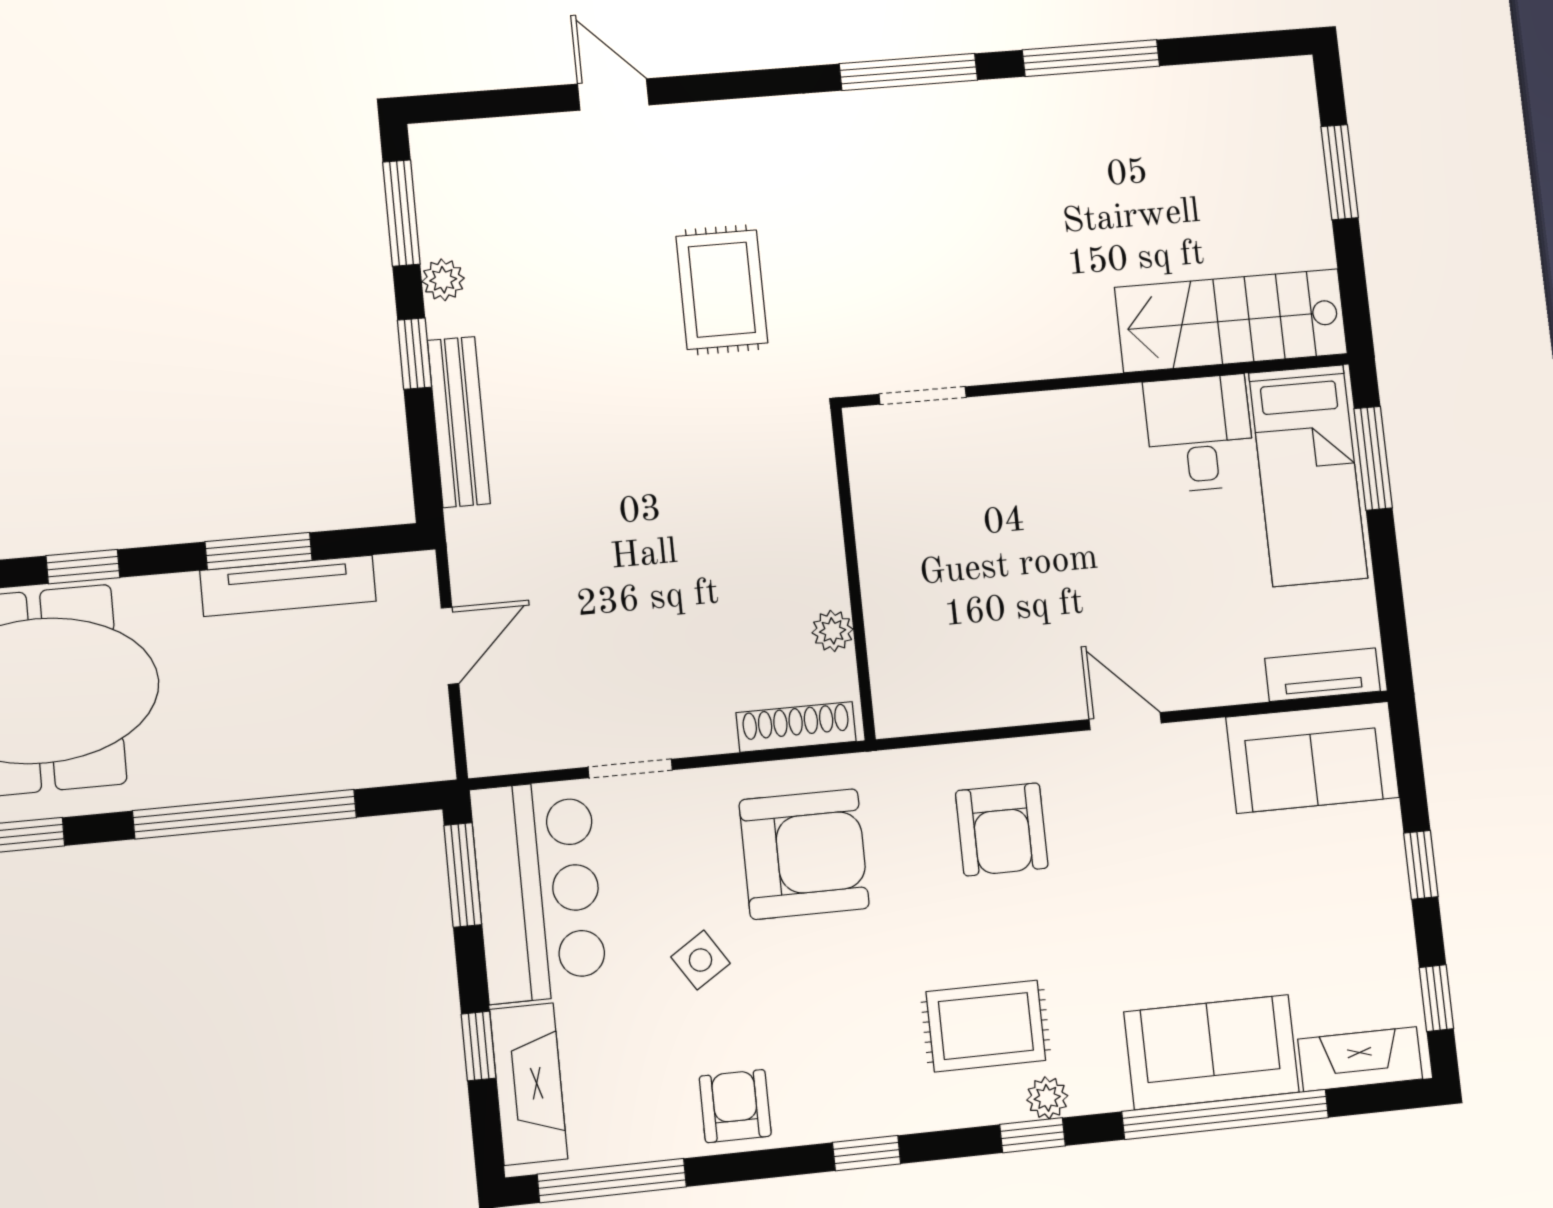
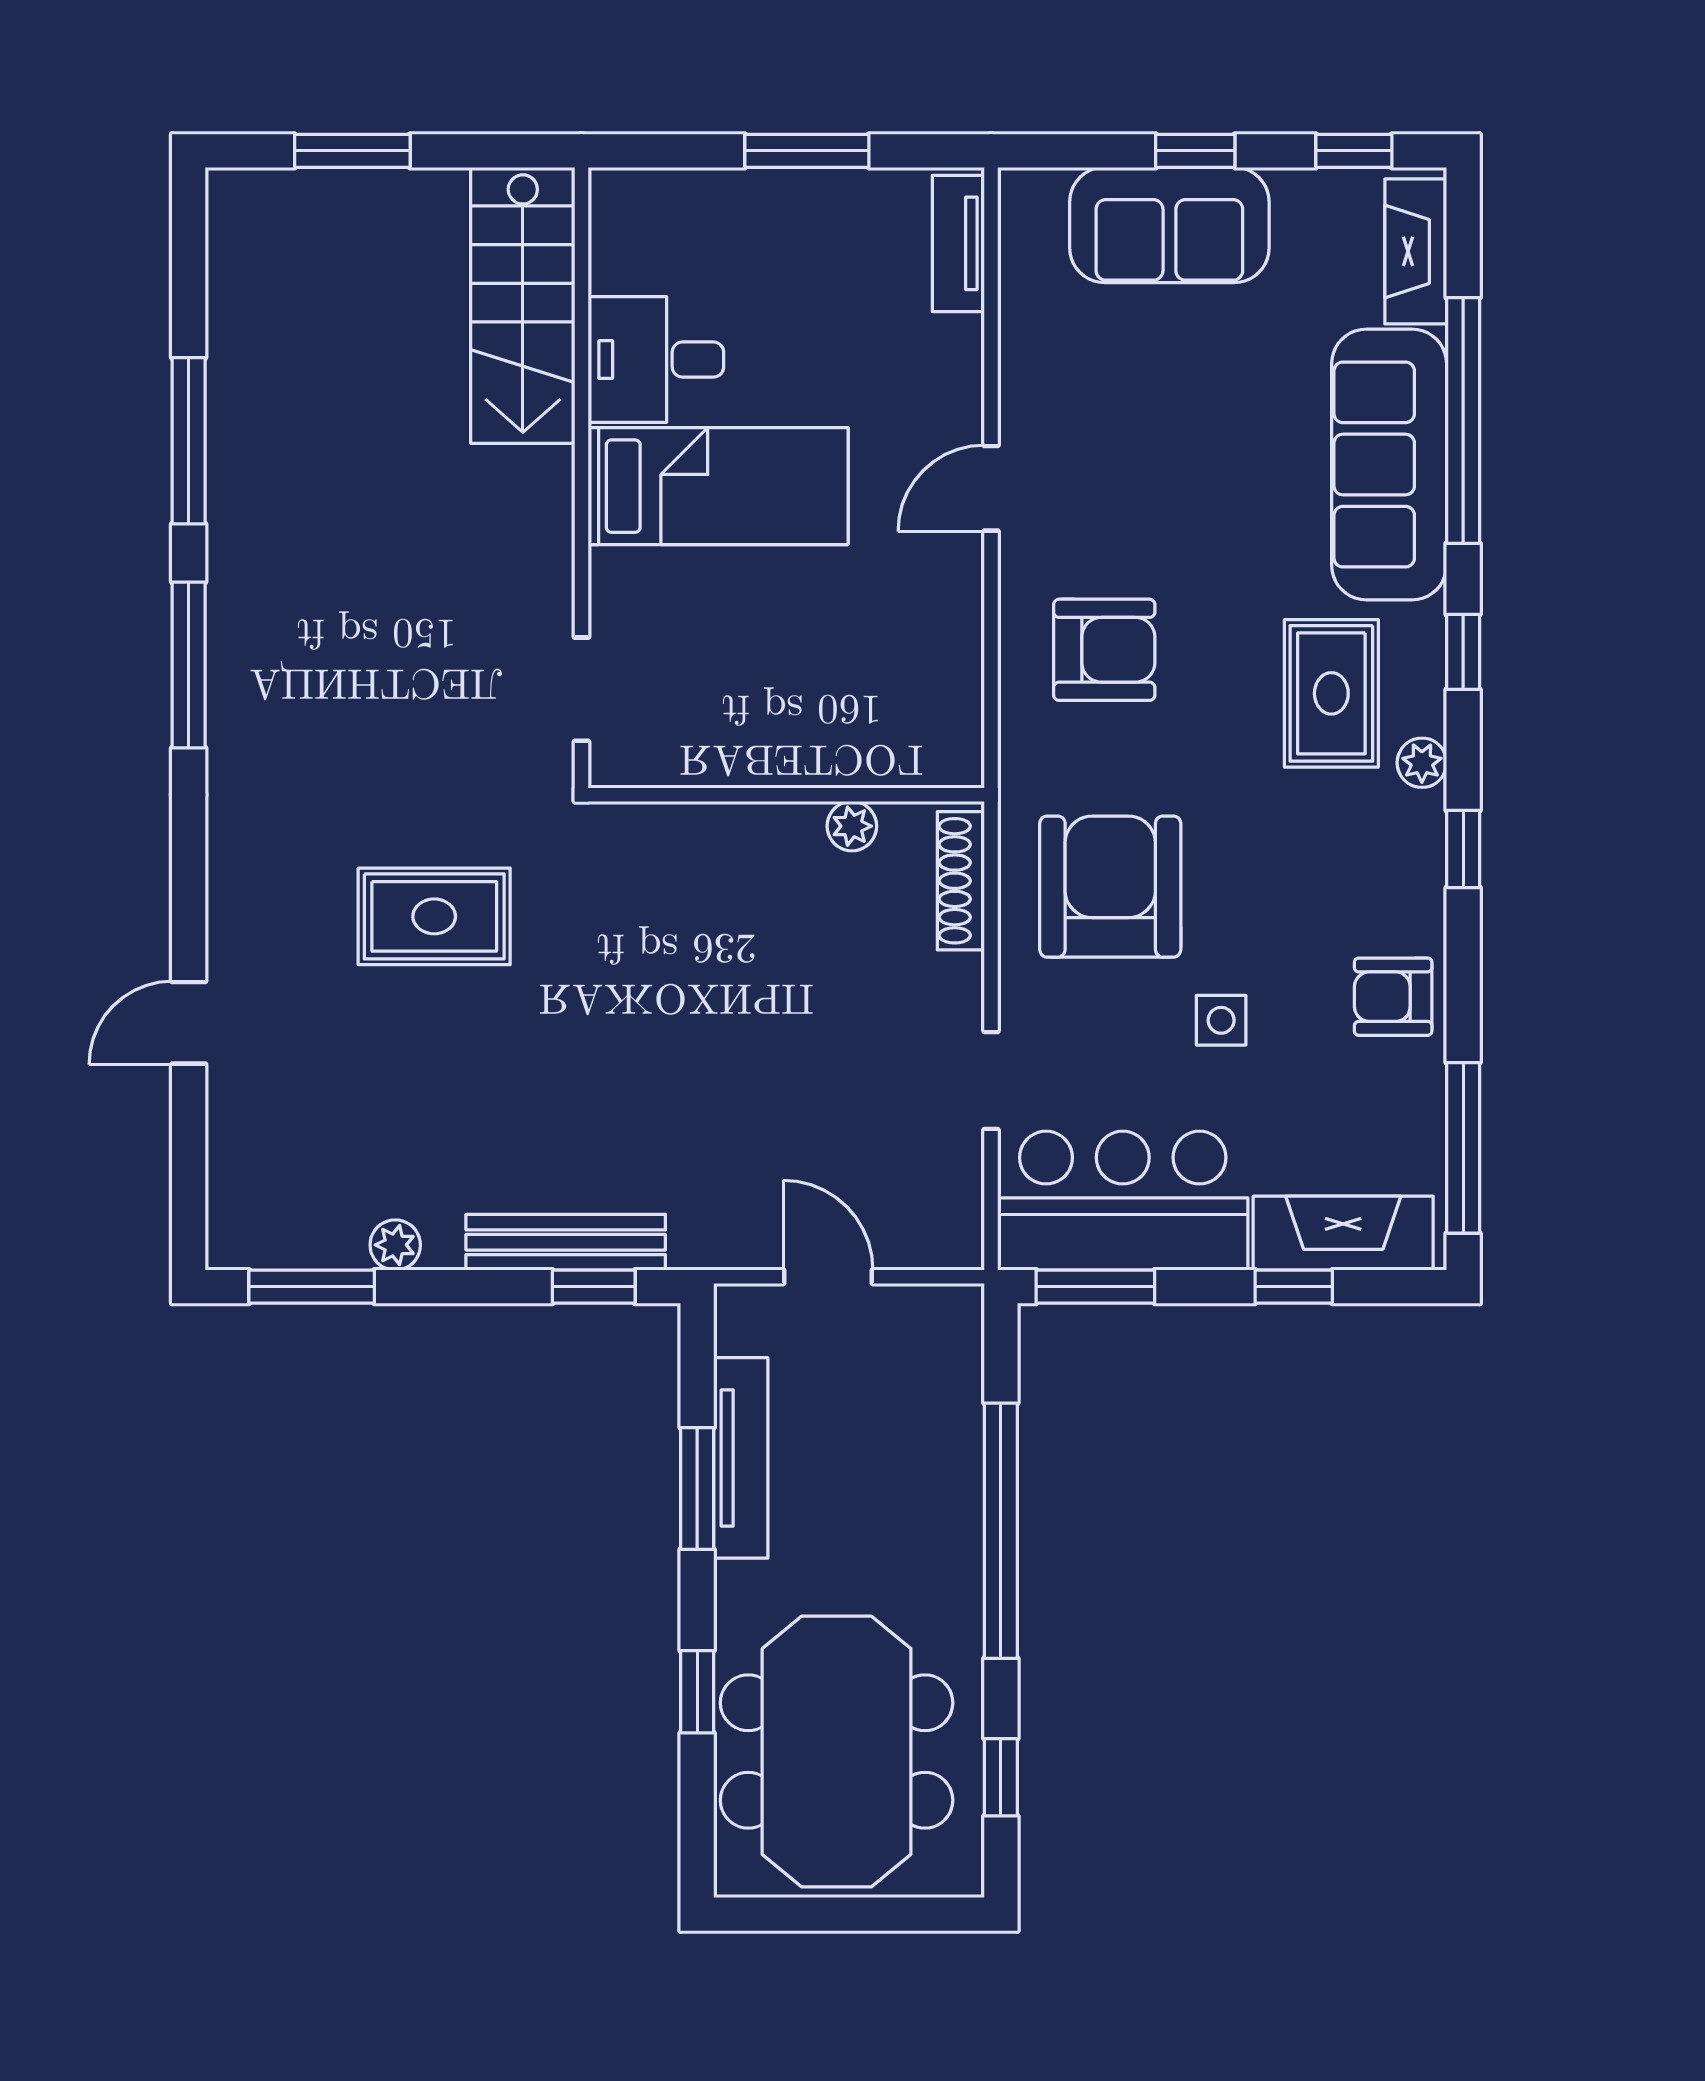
window: (414, 354) -> (594, 1287), moved
window: (1373, 458) -> (807, 151), moved
bed: (1308, 476) -> (718, 486), moved
sofa: (1313, 757) -> (1169, 225), moved, turned 90
side table: (701, 960) -> (1221, 1020), turned 33
sofa: (1212, 1052) -> (1389, 464), width x1.36
plant: (1047, 1098) -> (1422, 763), moved

